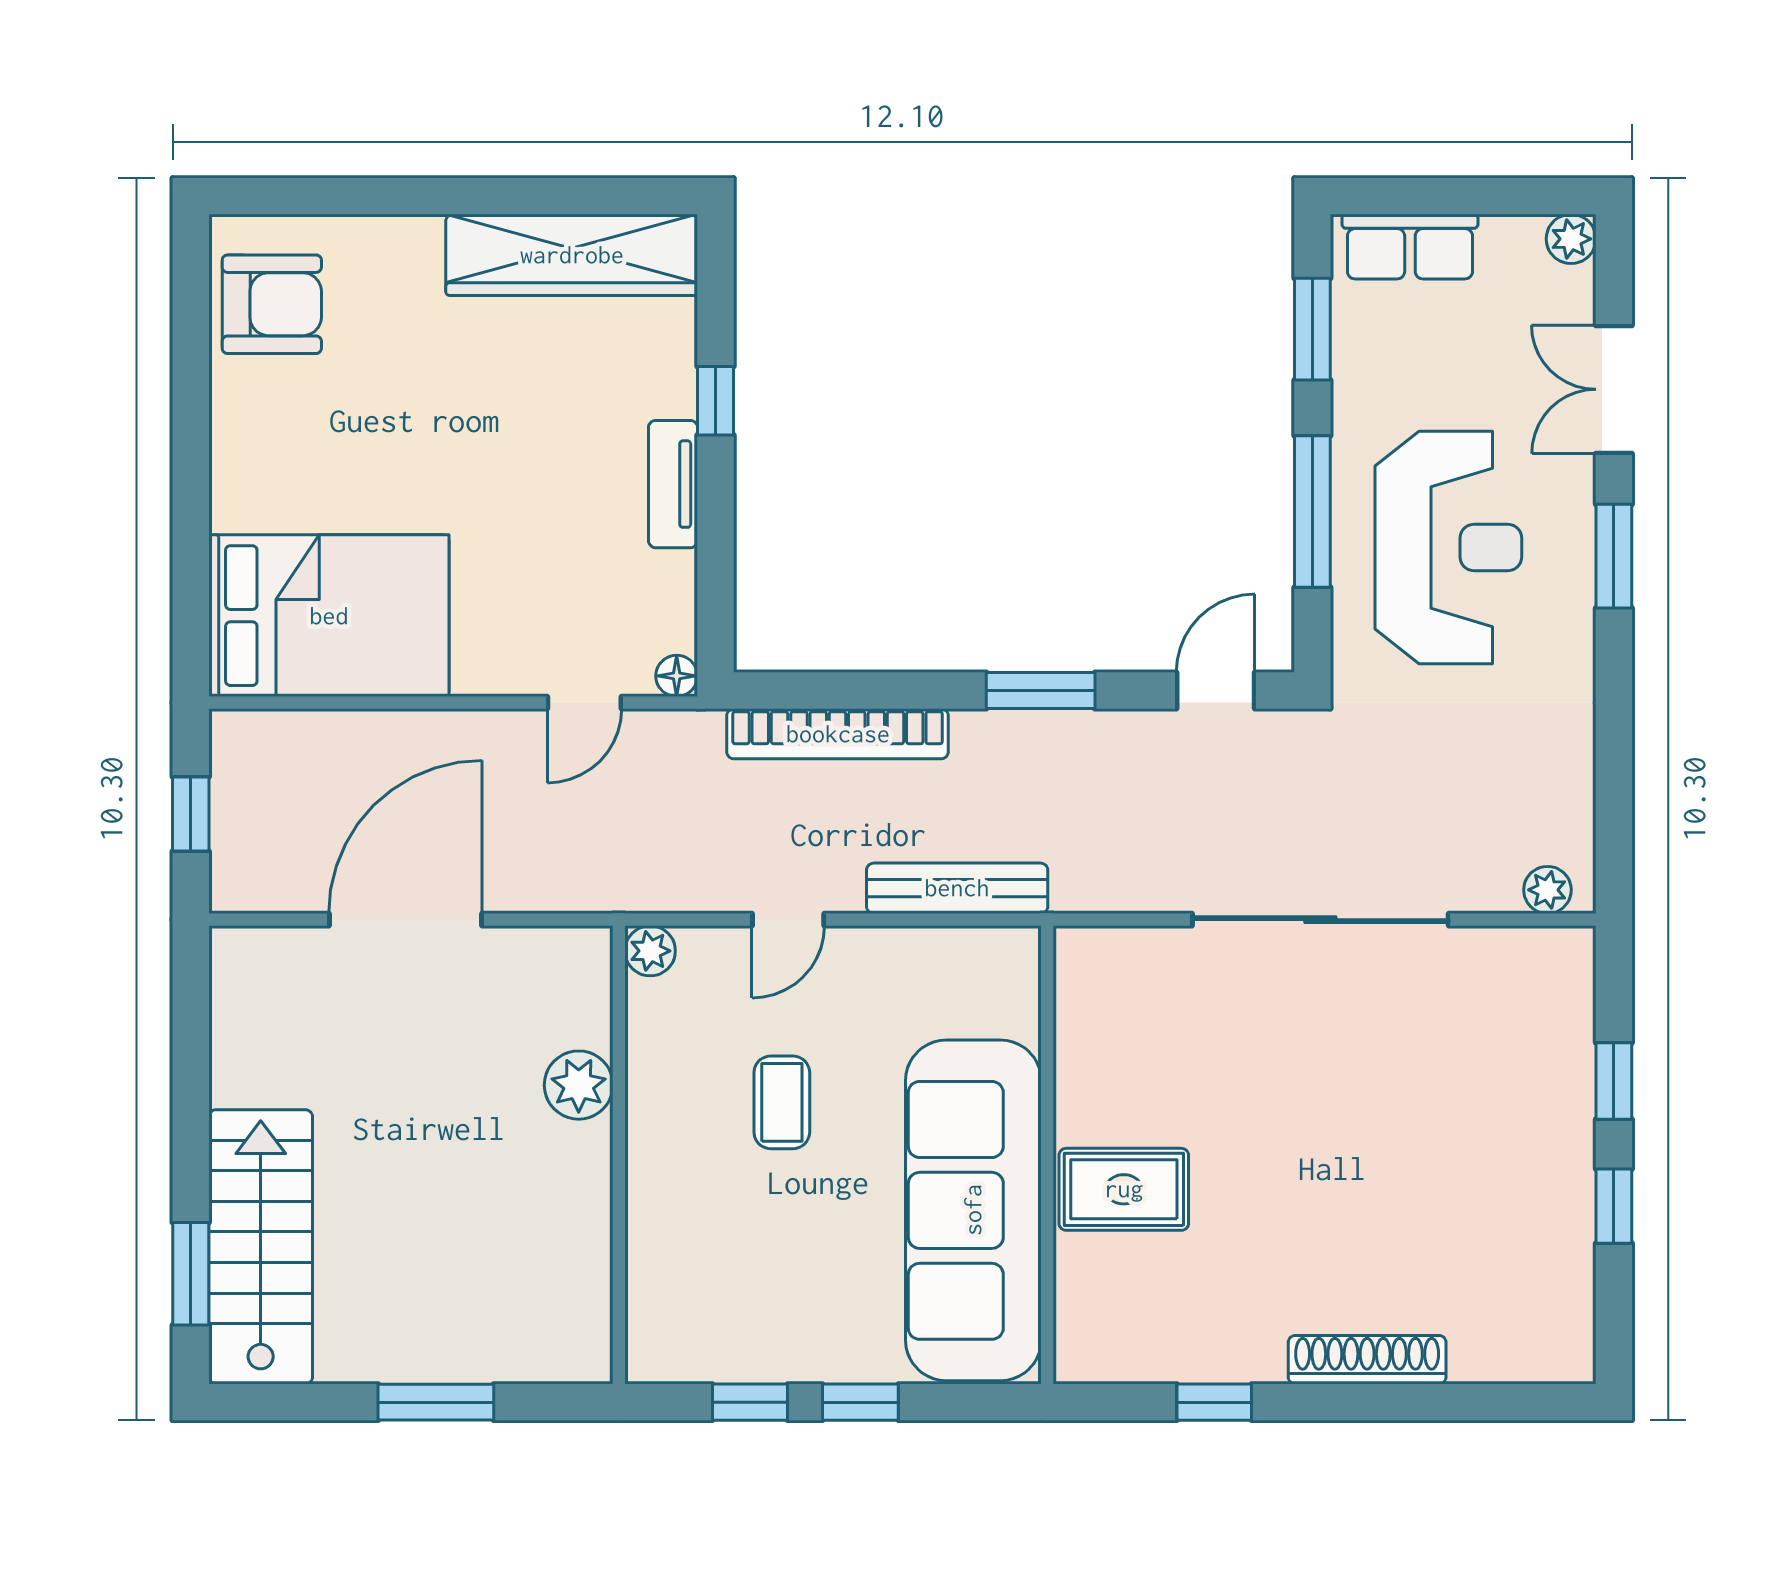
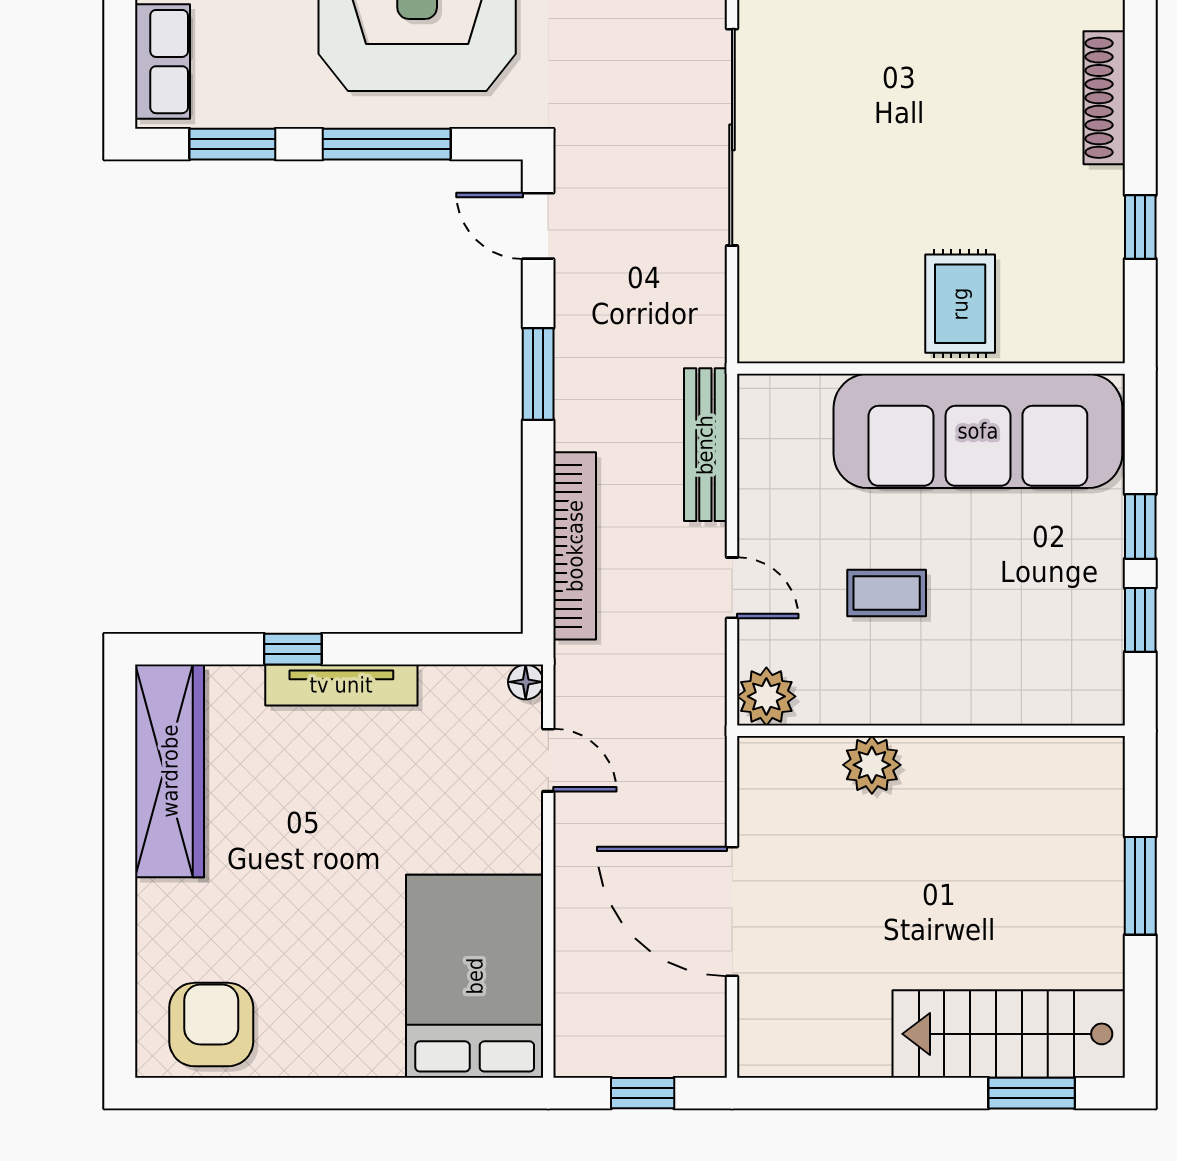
tv unit: (673, 484) -> (341, 685), width x1.41
plant: (650, 951) -> (766, 696), width x1.38, depth x1.38

